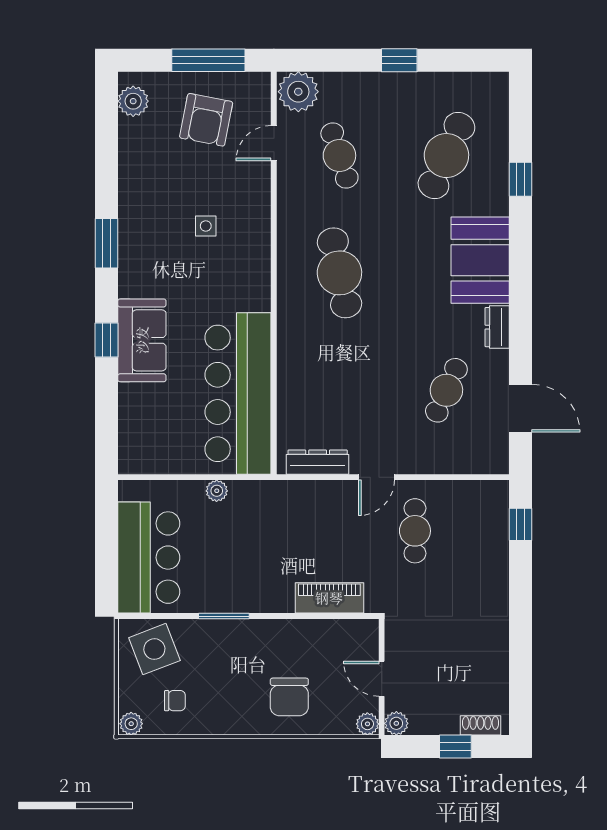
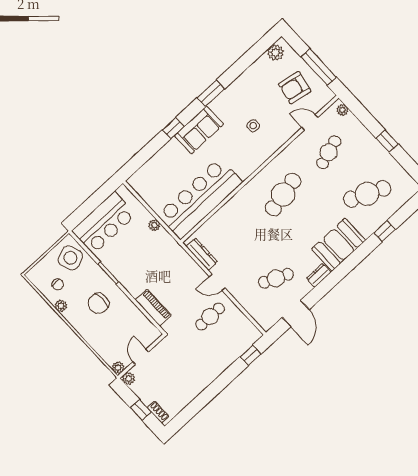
plant: (298, 92) -> (342, 110), width x0.53, depth x0.53
sofa: (142, 340) -> (199, 130), moved
chair: (289, 697) -> (98, 303), moved
plant: (131, 724) -> (61, 306), moved

